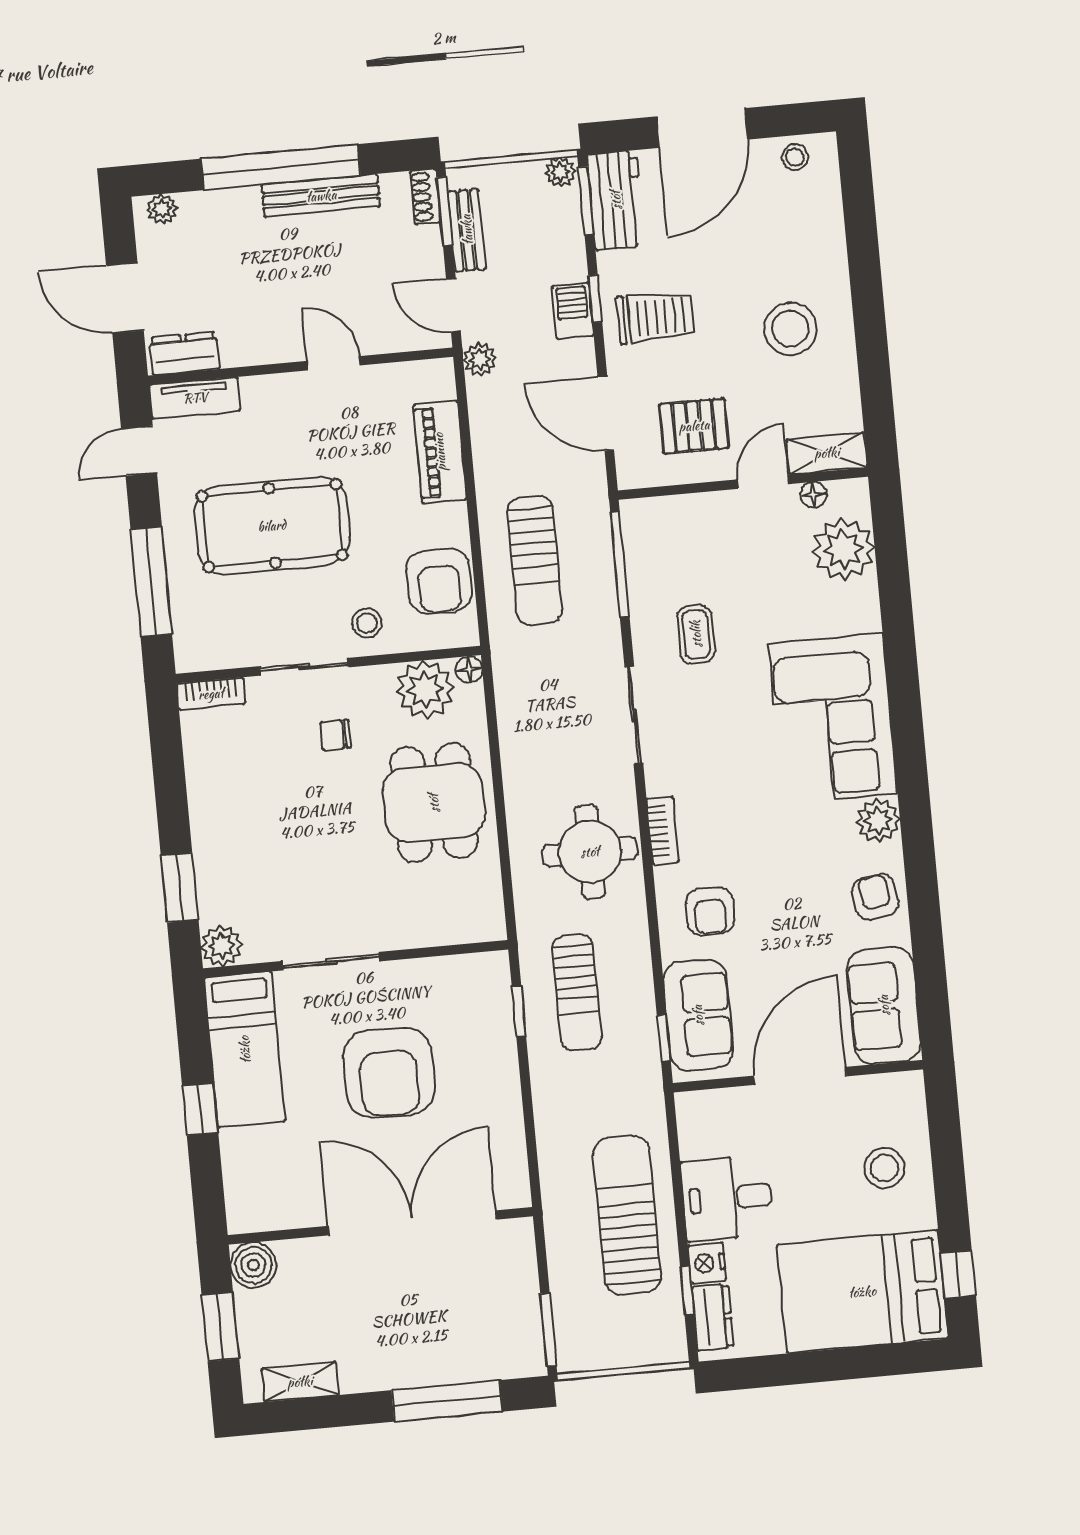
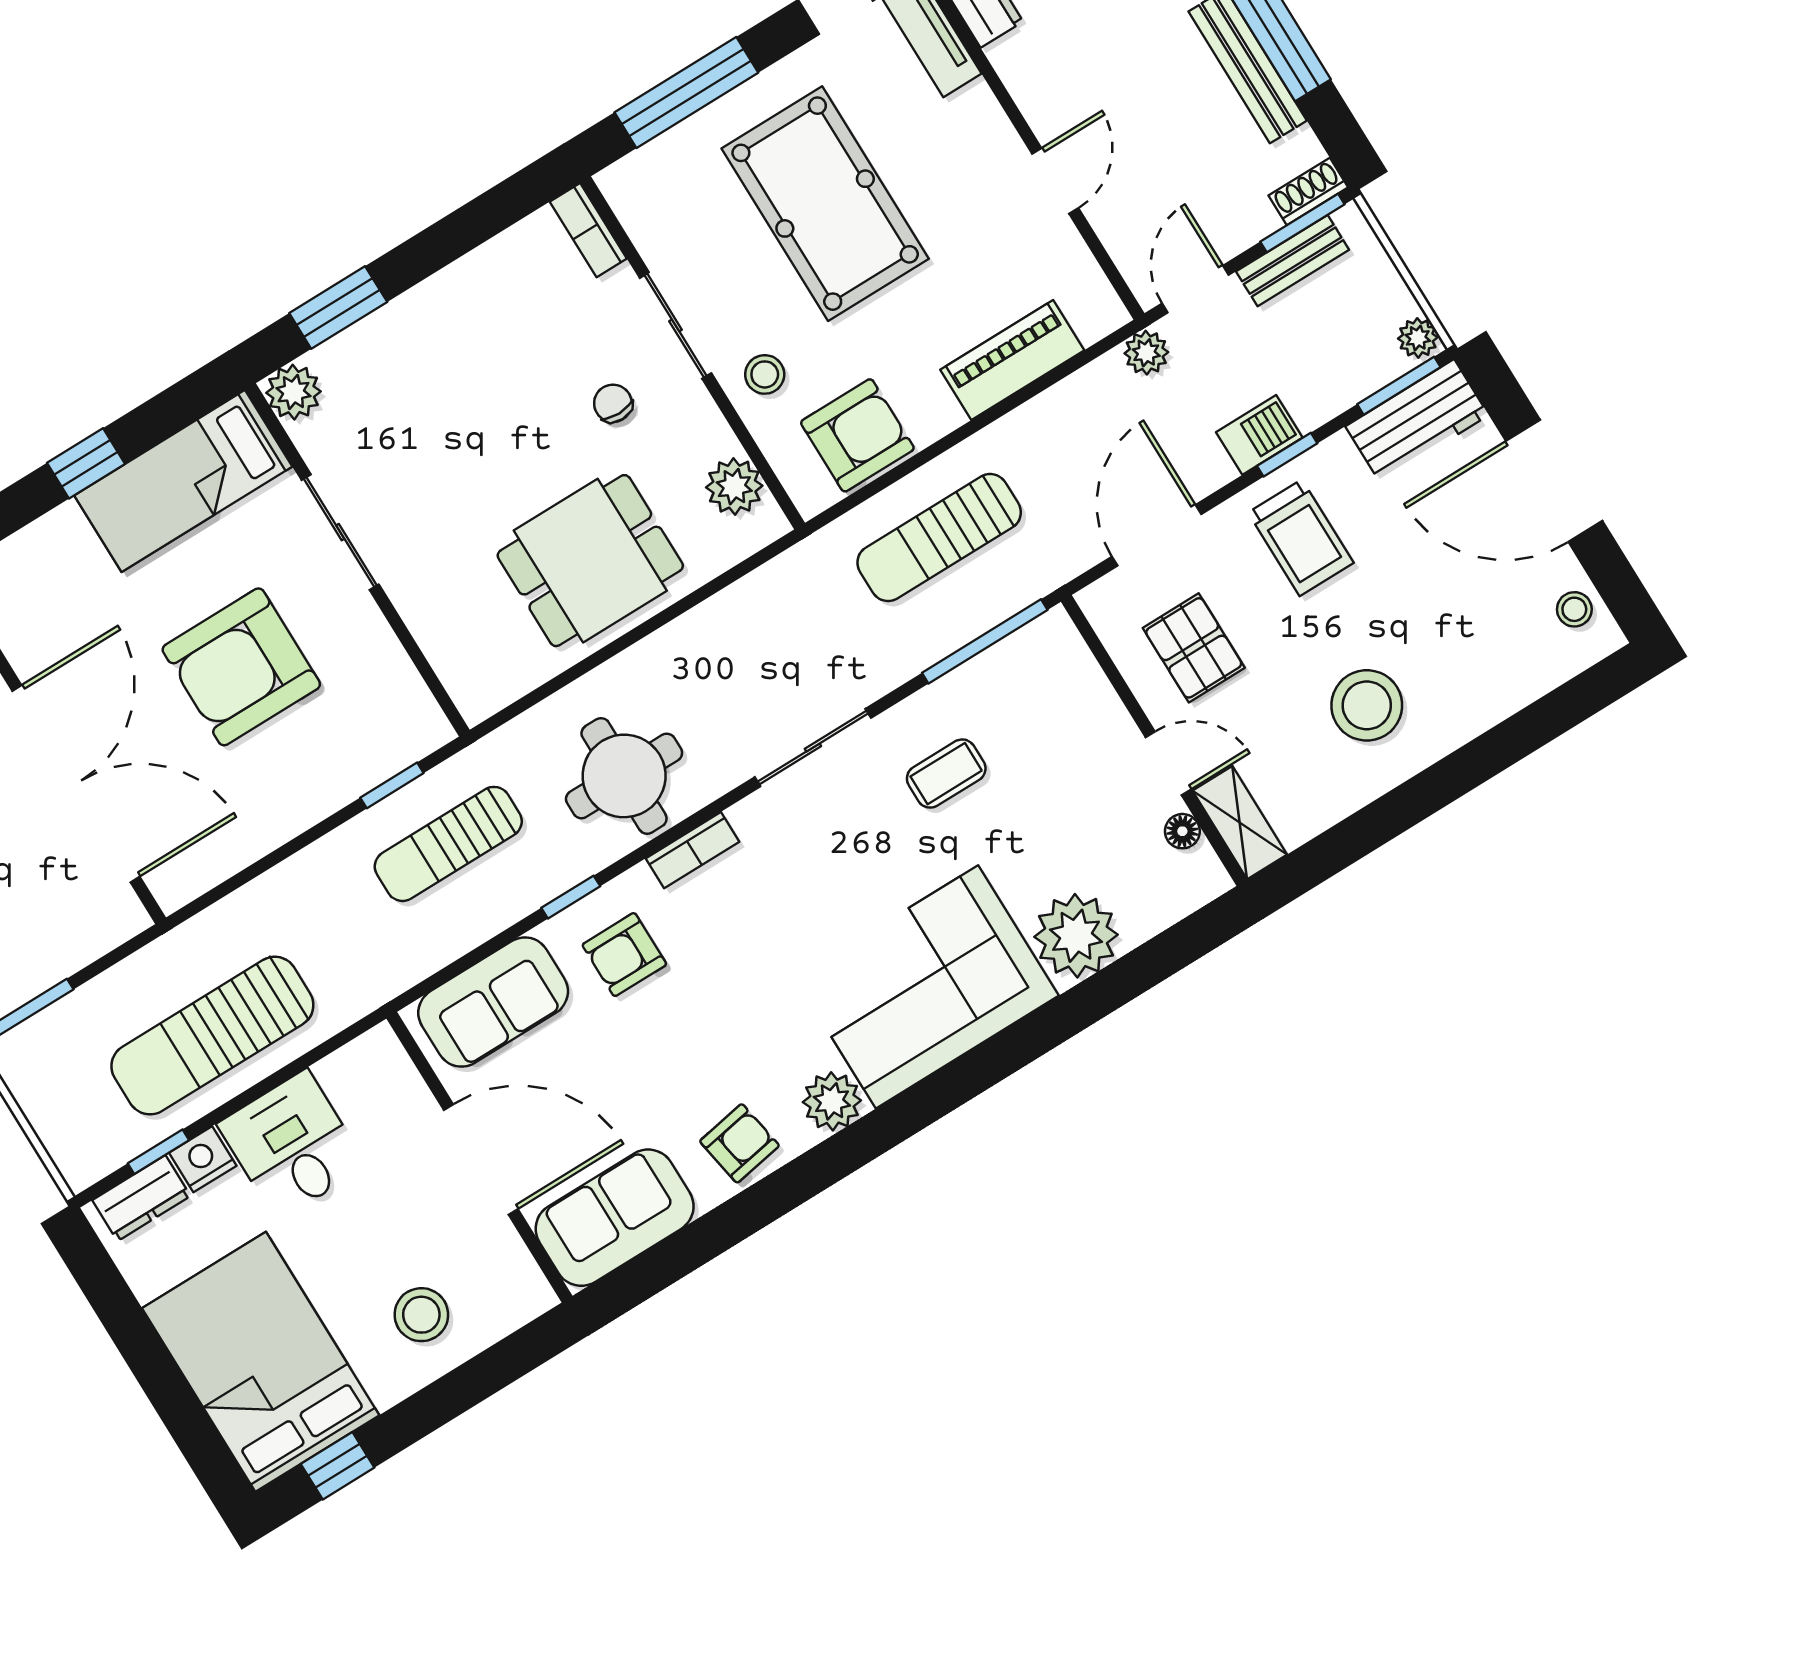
plant: (843, 549) -> (1076, 936), moved
armchair: (439, 581) -> (857, 435), turned 180
floor lamp: (469, 670) -> (770, 524), removed
plant: (425, 689) -> (734, 487), width x0.73, depth x0.73
window: (664, 1038) -> (571, 897), moved
sun lounger: (627, 1215) -> (212, 1036), turned 180

